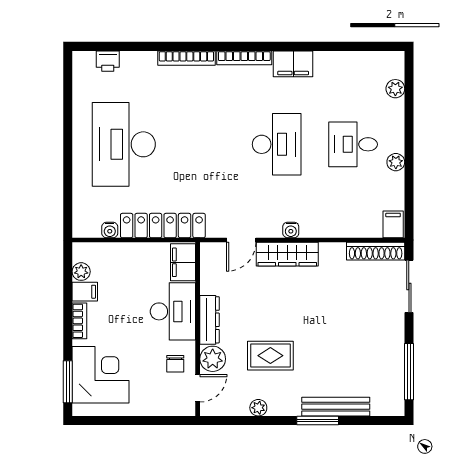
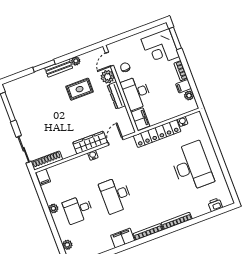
desk: (353, 144) -> (78, 209), turned 180
bench: (336, 407) -> (59, 68), moved, width x0.73

